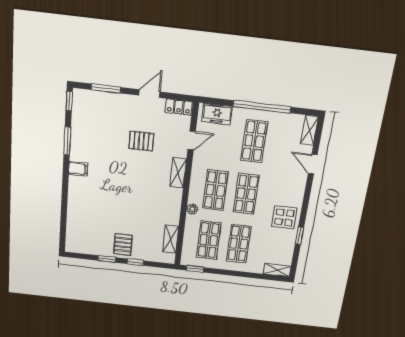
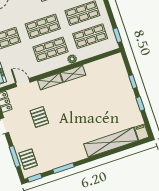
filing cabinet: (78, 169) -> (142, 132), moved
shelving: (76, 208) -> (111, 142), added
shelving: (171, 239) -> (73, 74), moved
pallet: (123, 245) -> (28, 159), moved, turned 90

